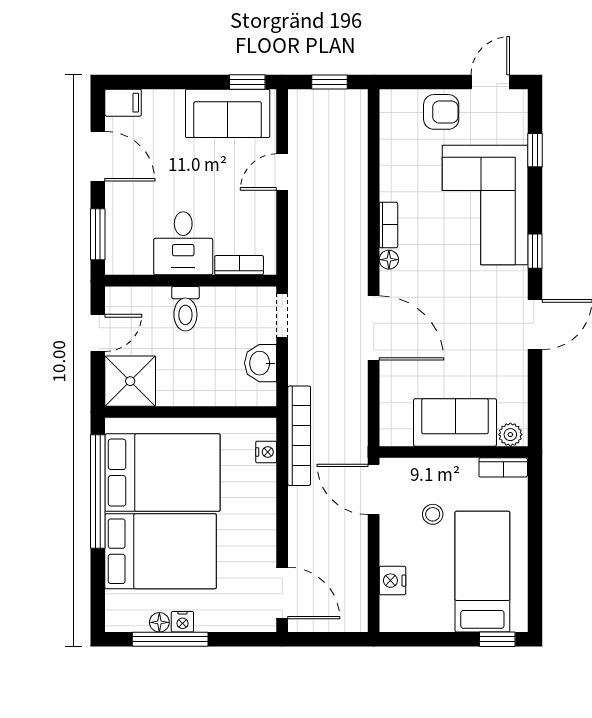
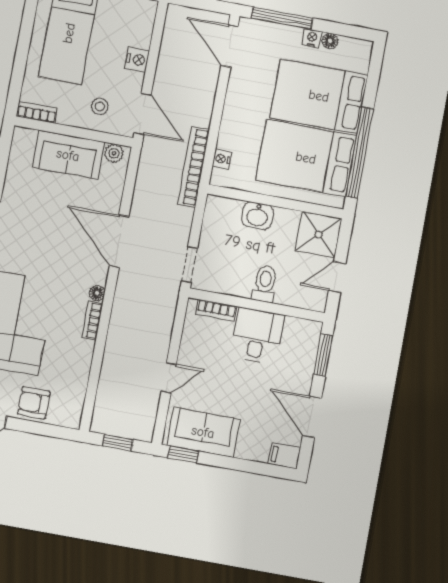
washbasin: (261, 363) -> (257, 216), moved, turned 90
plant: (510, 435) -> (114, 153), moved
stool: (433, 514) -> (100, 106), moved
nightstand: (393, 581) -> (137, 60), moved
window: (170, 639) -> (282, 18), moved

